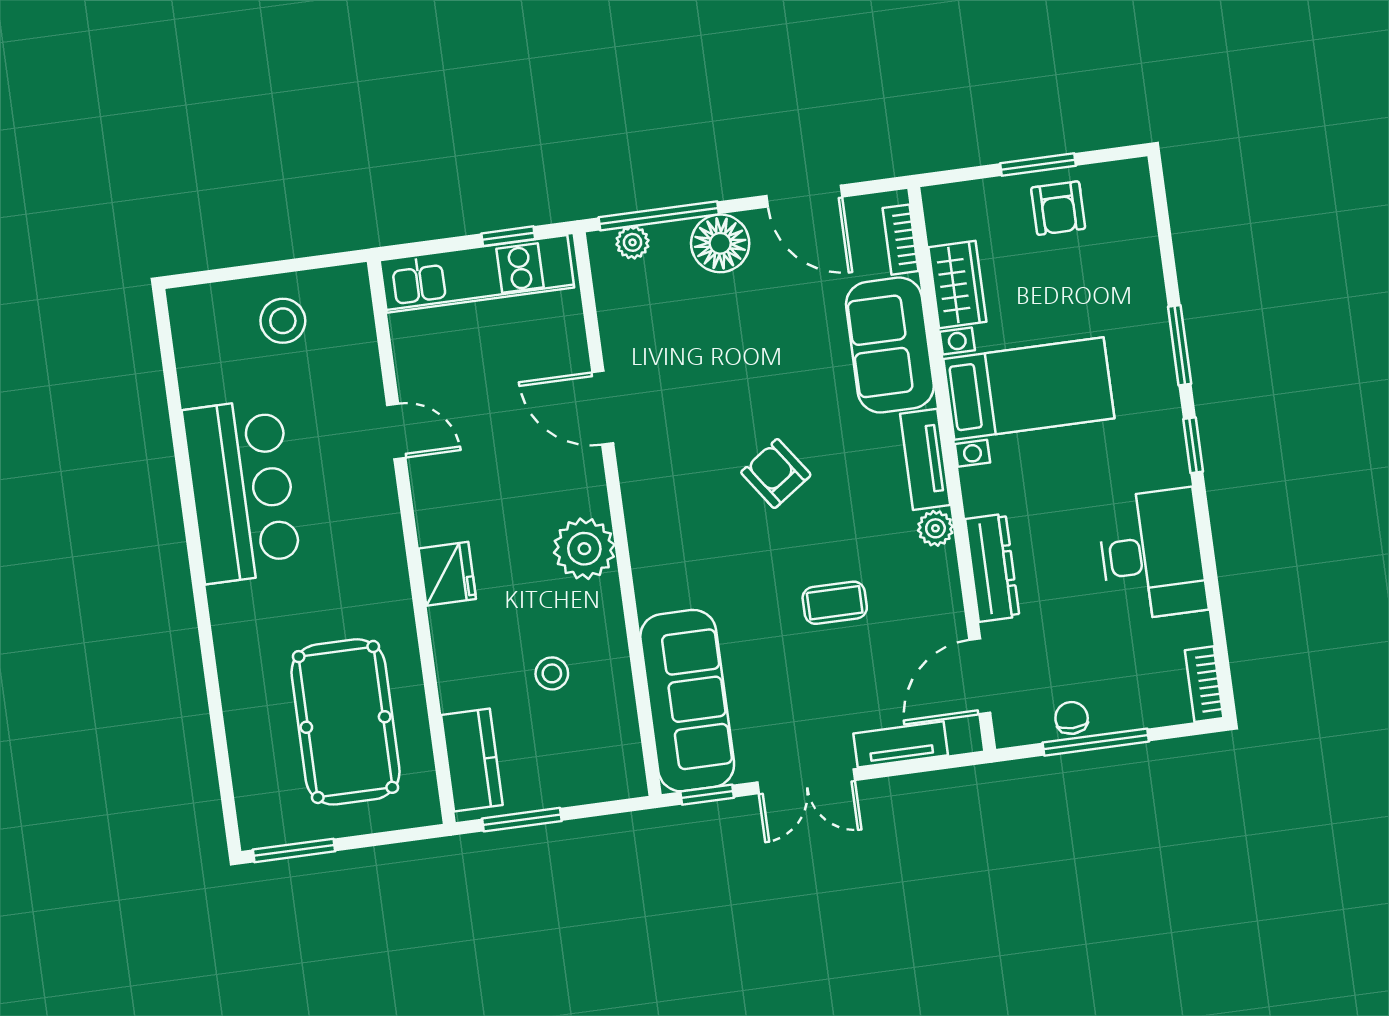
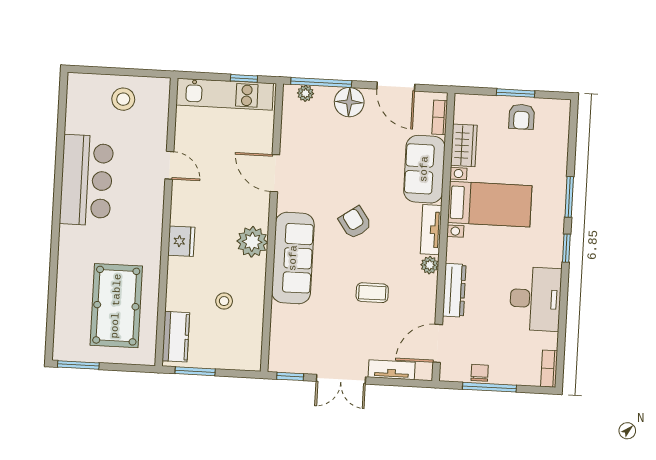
sofa: (687, 701) -> (293, 258), moved

